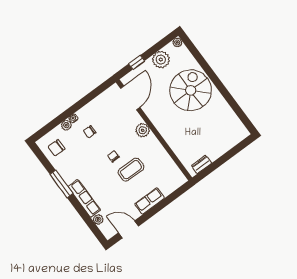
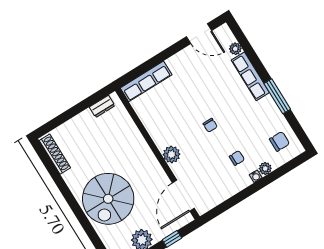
shoe rack: (236, 123) -> (55, 154), added
coffee table: (131, 170) -> (190, 107), removed
row of seats: (150, 201) -> (146, 81), moved, width x1.48

